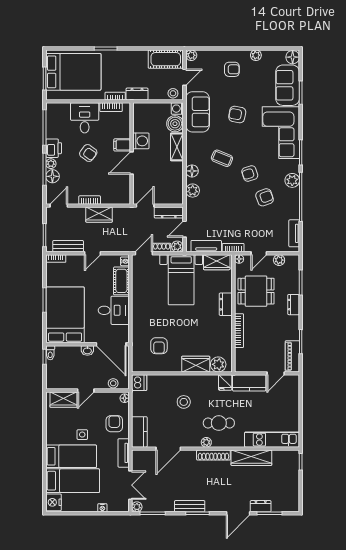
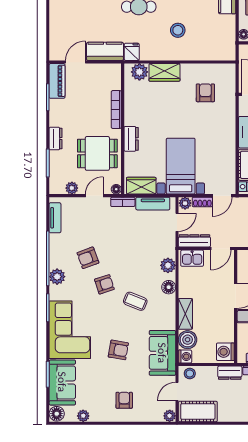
plant: (256, 55) -> (83, 416), moved
armchair: (232, 69) -> (124, 400), turned 90
washing machine: (141, 141) -> (225, 352), moved
kitchen sink: (171, 197) -> (192, 258), added
dishwasher: (139, 383) -> (227, 52), removed

